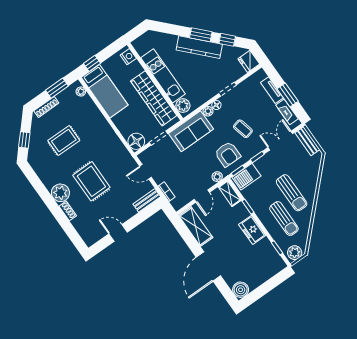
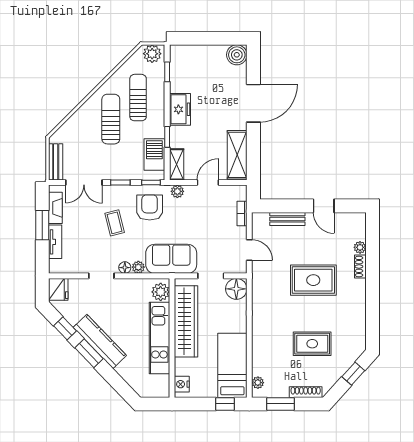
barbecue: (246, 177) -> (154, 154), moved, turned -90
rug: (91, 181) -> (313, 280), turned 90
plant: (60, 193) -> (360, 247), moved, width x0.53, depth x0.53
bench: (147, 200) -> (287, 219), moved

